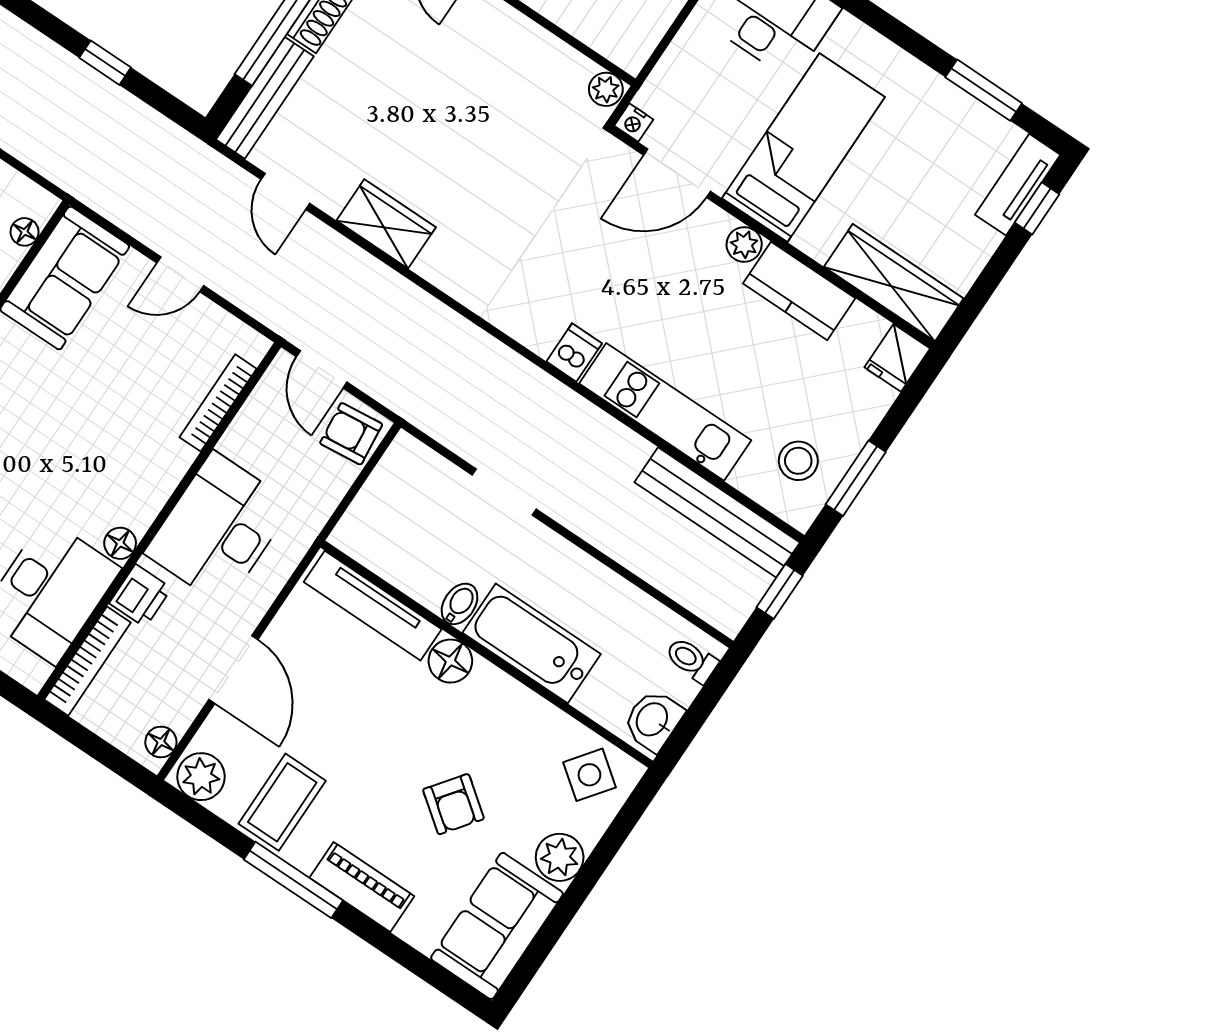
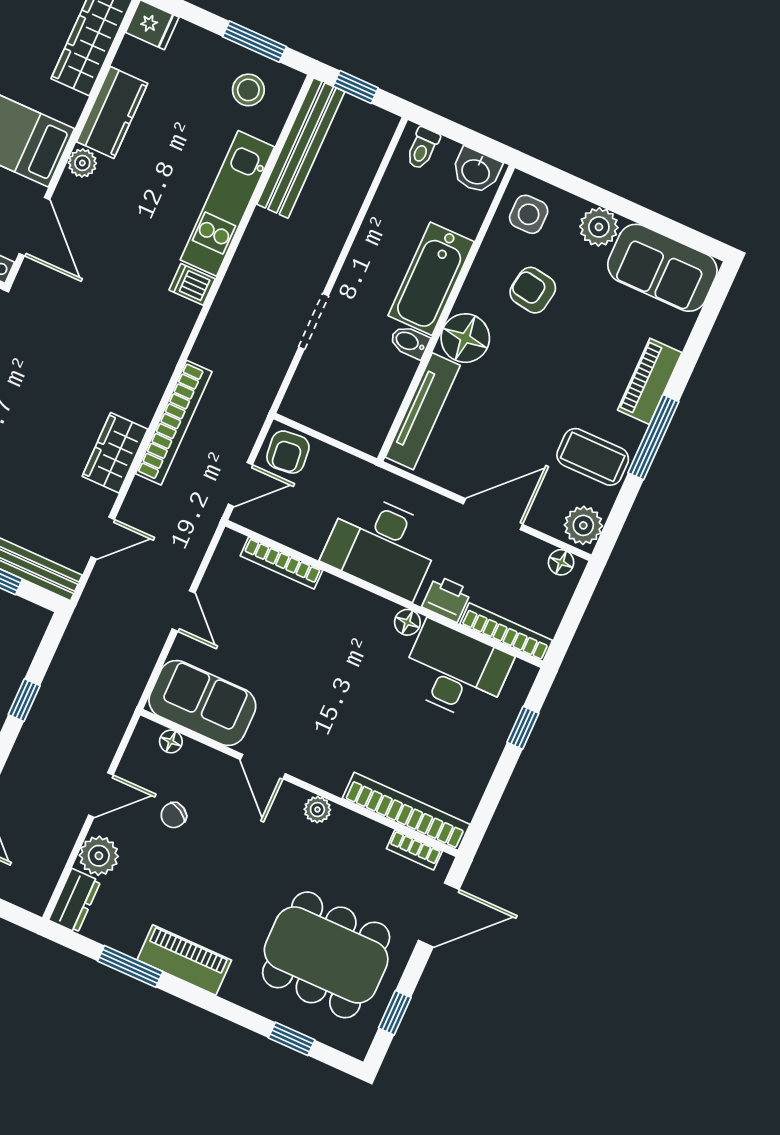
bookcase: (410, 302) -> (174, 423), added
floor lamp: (450, 661) -> (465, 338), width x1.38, depth x1.38
side table: (589, 775) -> (529, 214), turned -37
armchair: (453, 804) -> (533, 290), moved, turned -118

